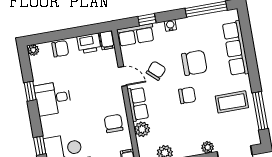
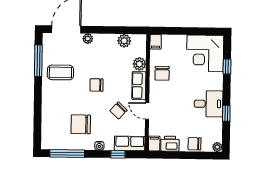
row of seats: (236, 48) -> (49, 116), removed
chair: (194, 63) -> (81, 124), moved

